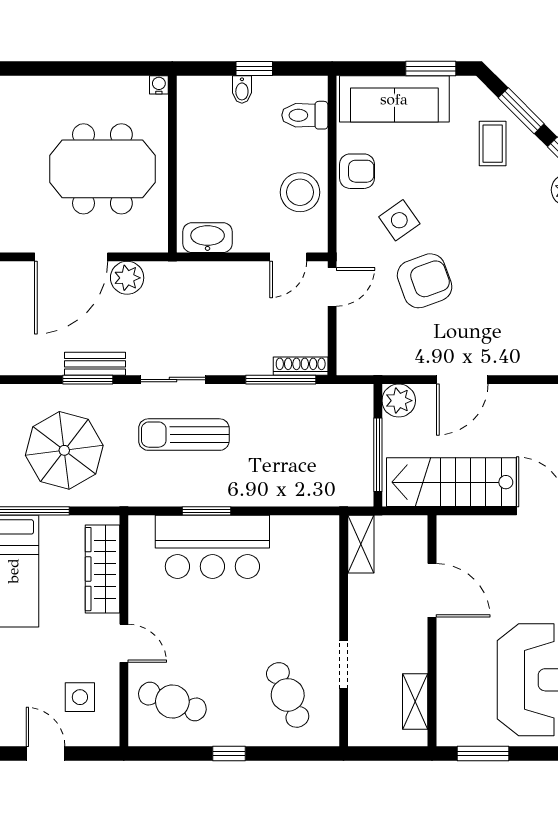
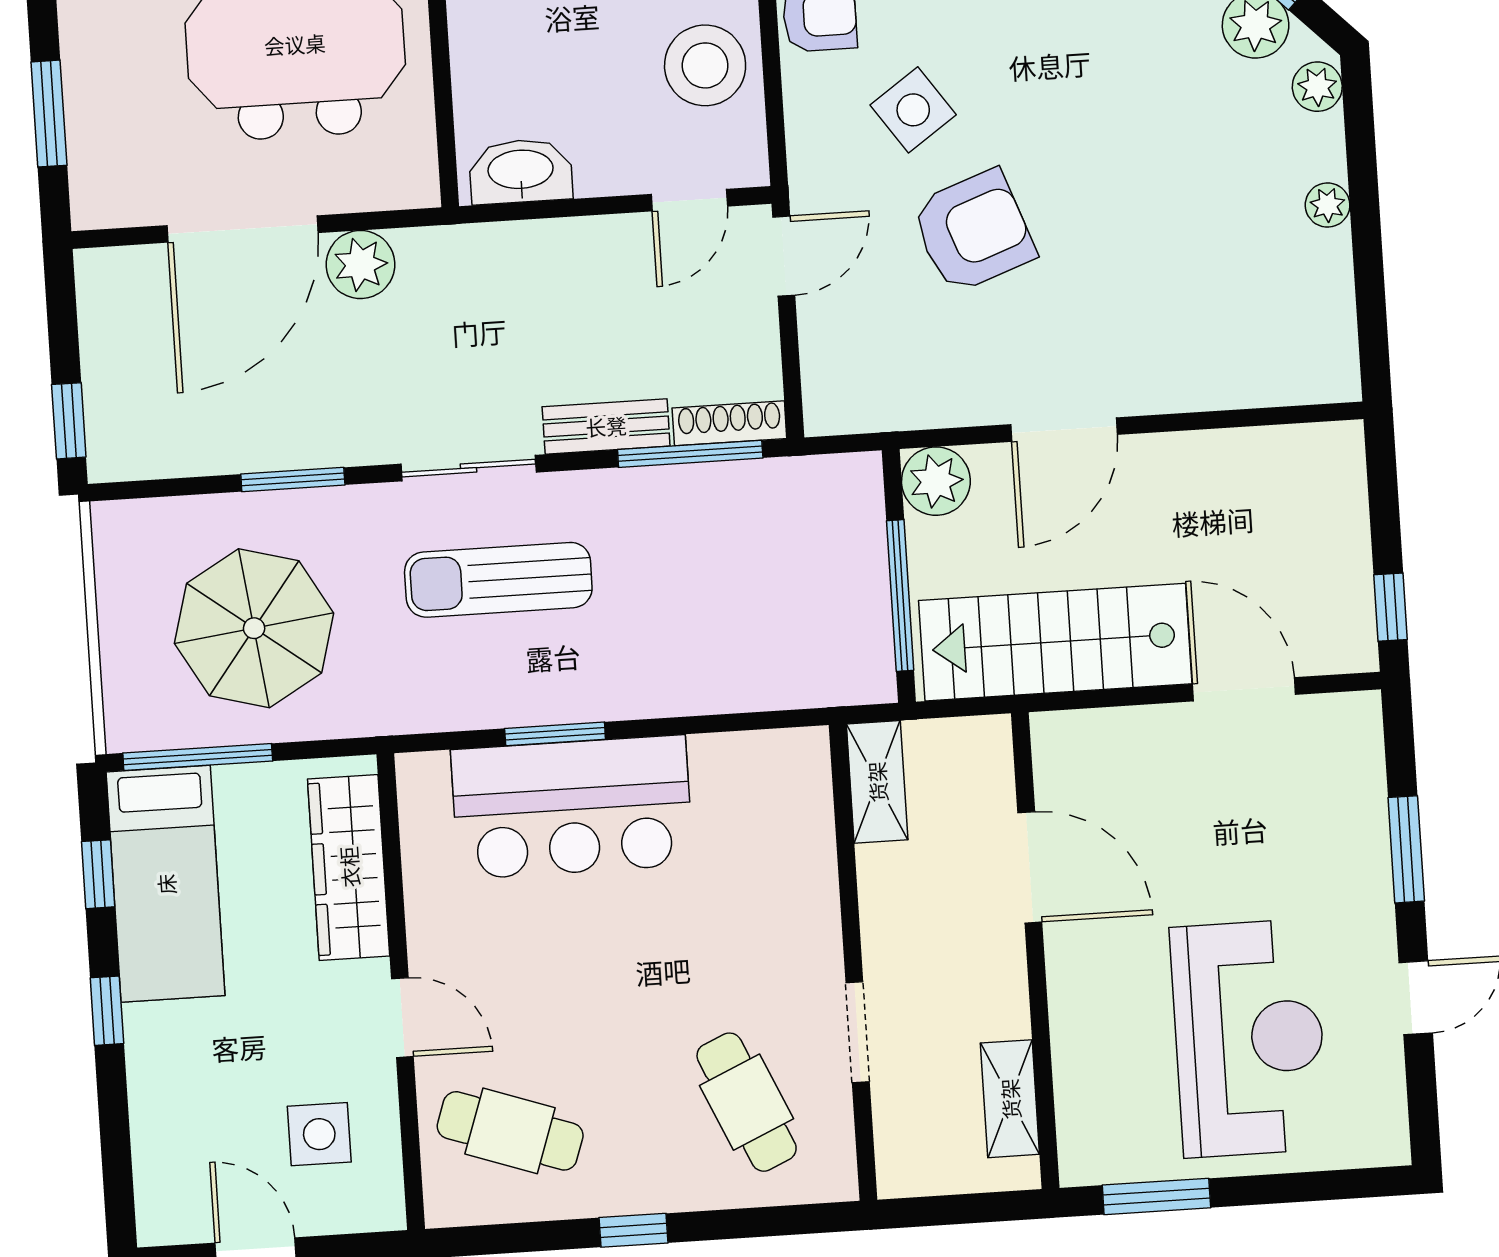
bench: (95, 364) -> (606, 426), moved

